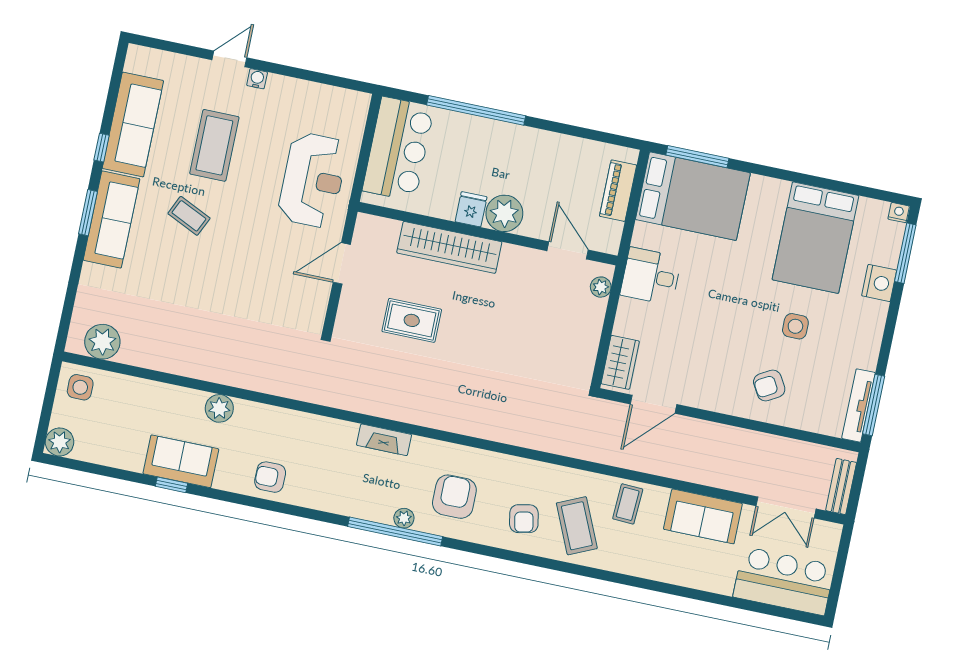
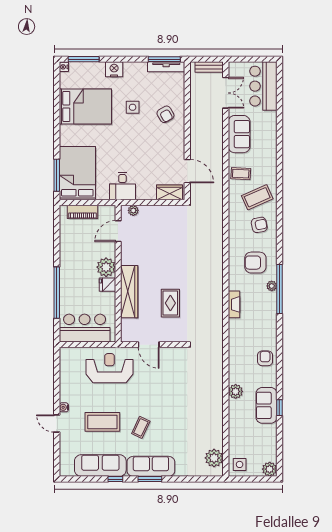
nightstand: (879, 283) -> (114, 69), moved
armchair: (270, 477) -> (265, 358), turned 180

